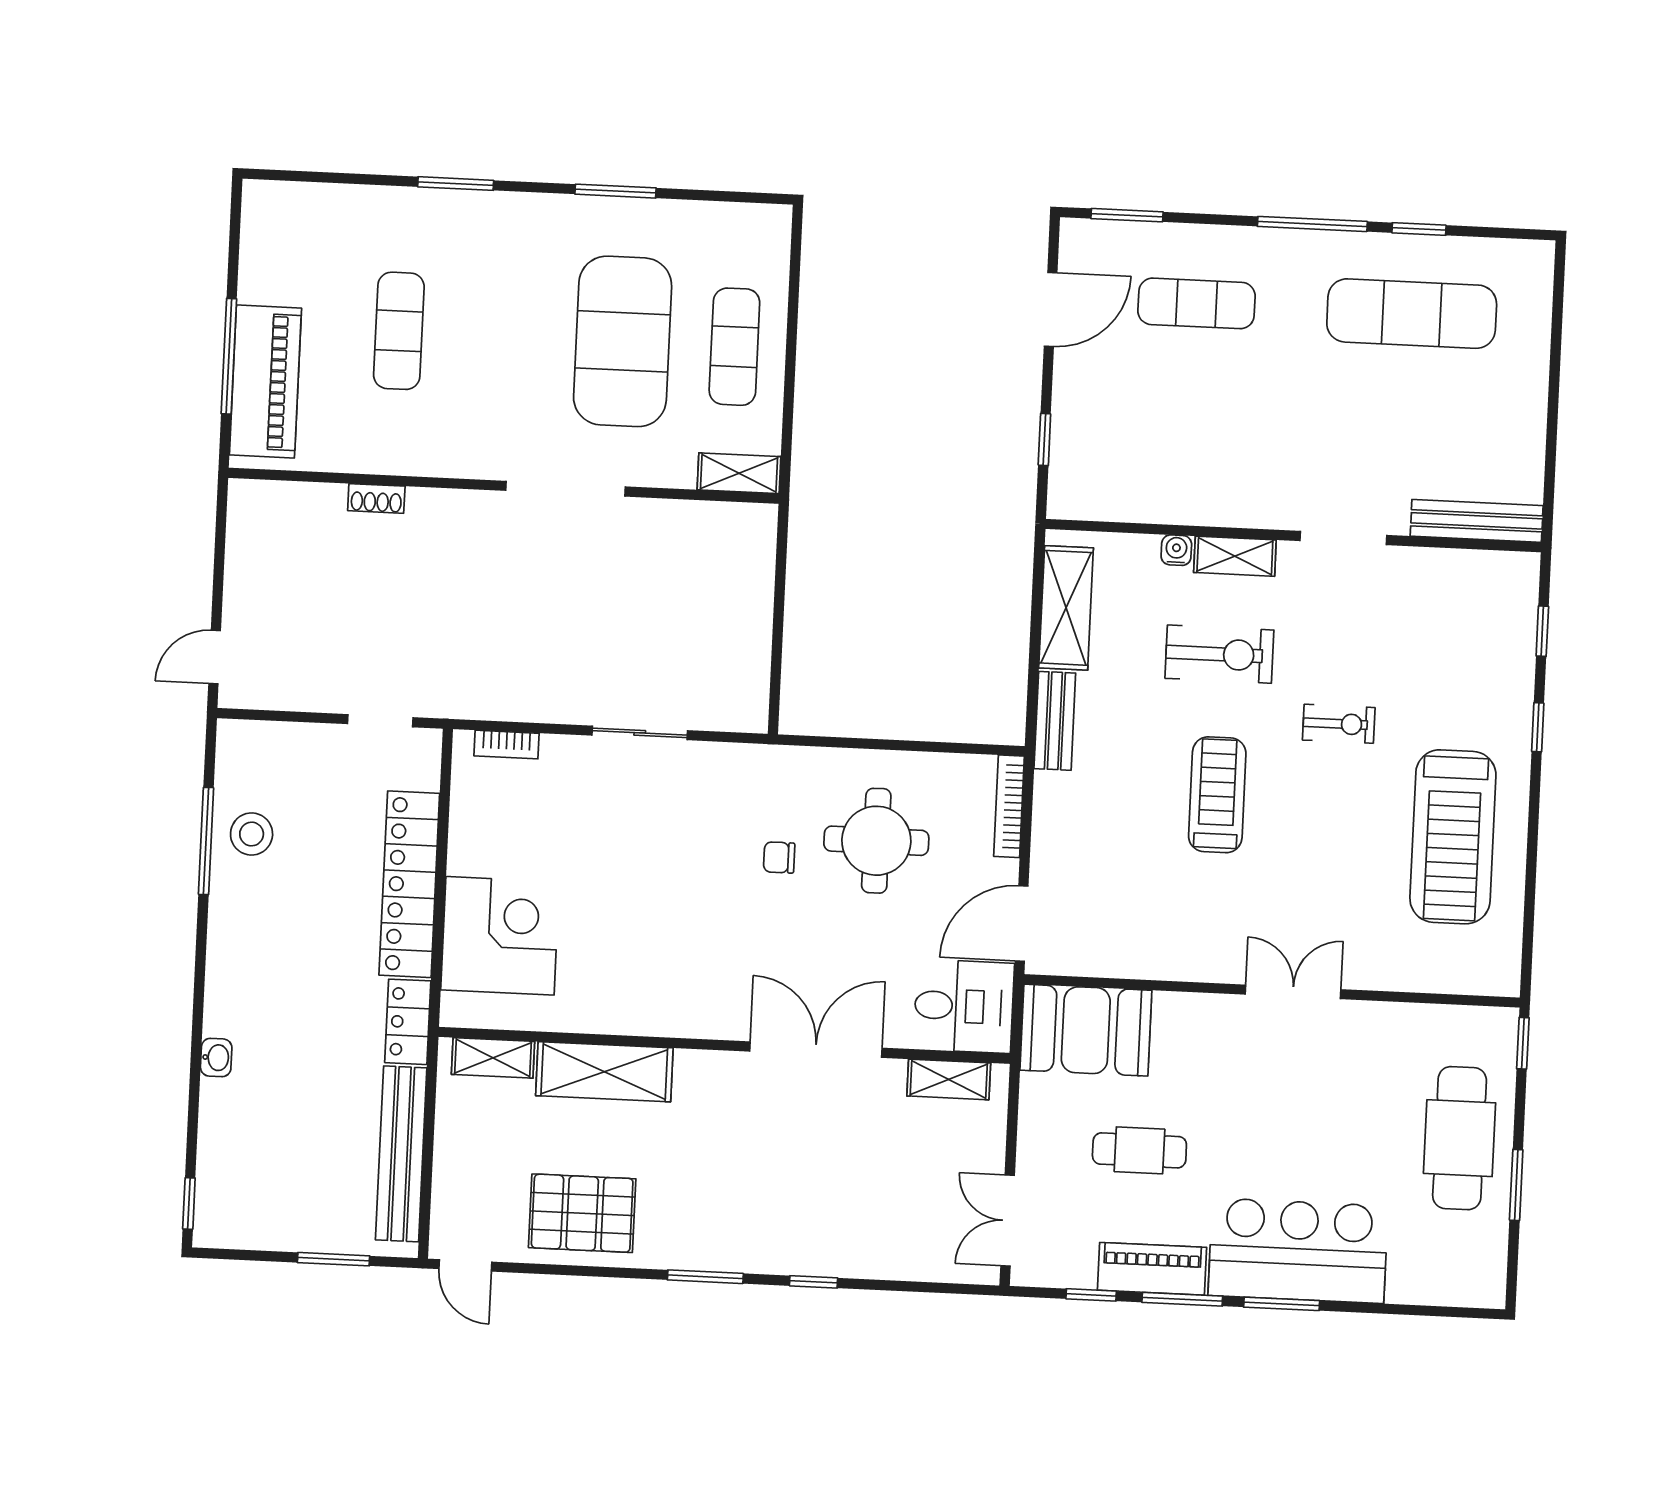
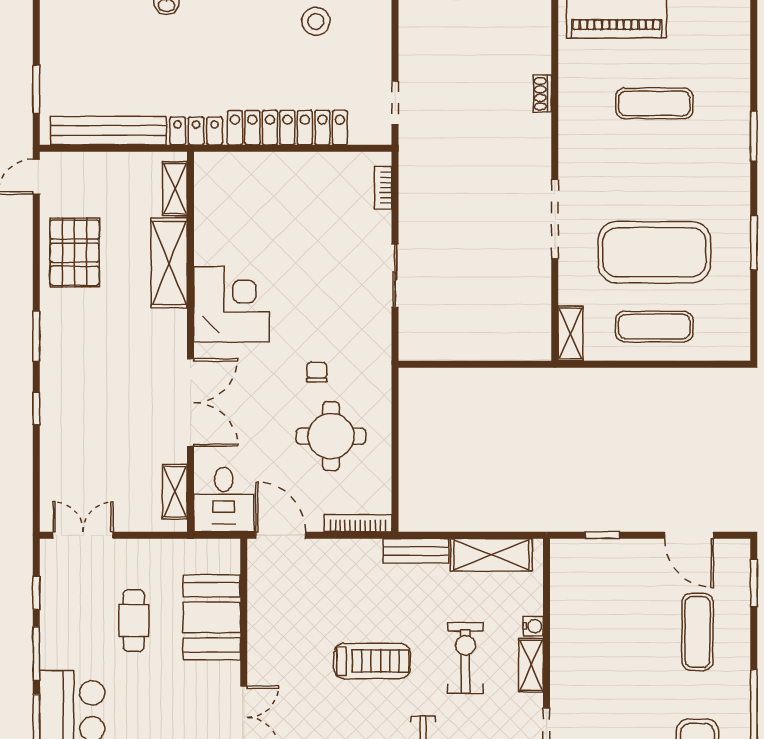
exercise bike: (1219, 654) -> (465, 658), turned 180
corner desk: (500, 936) -> (231, 304), moved, turned -90
booth: (1086, 1030) -> (212, 617), moved
piano: (1152, 1269) -> (56, 633), removed

